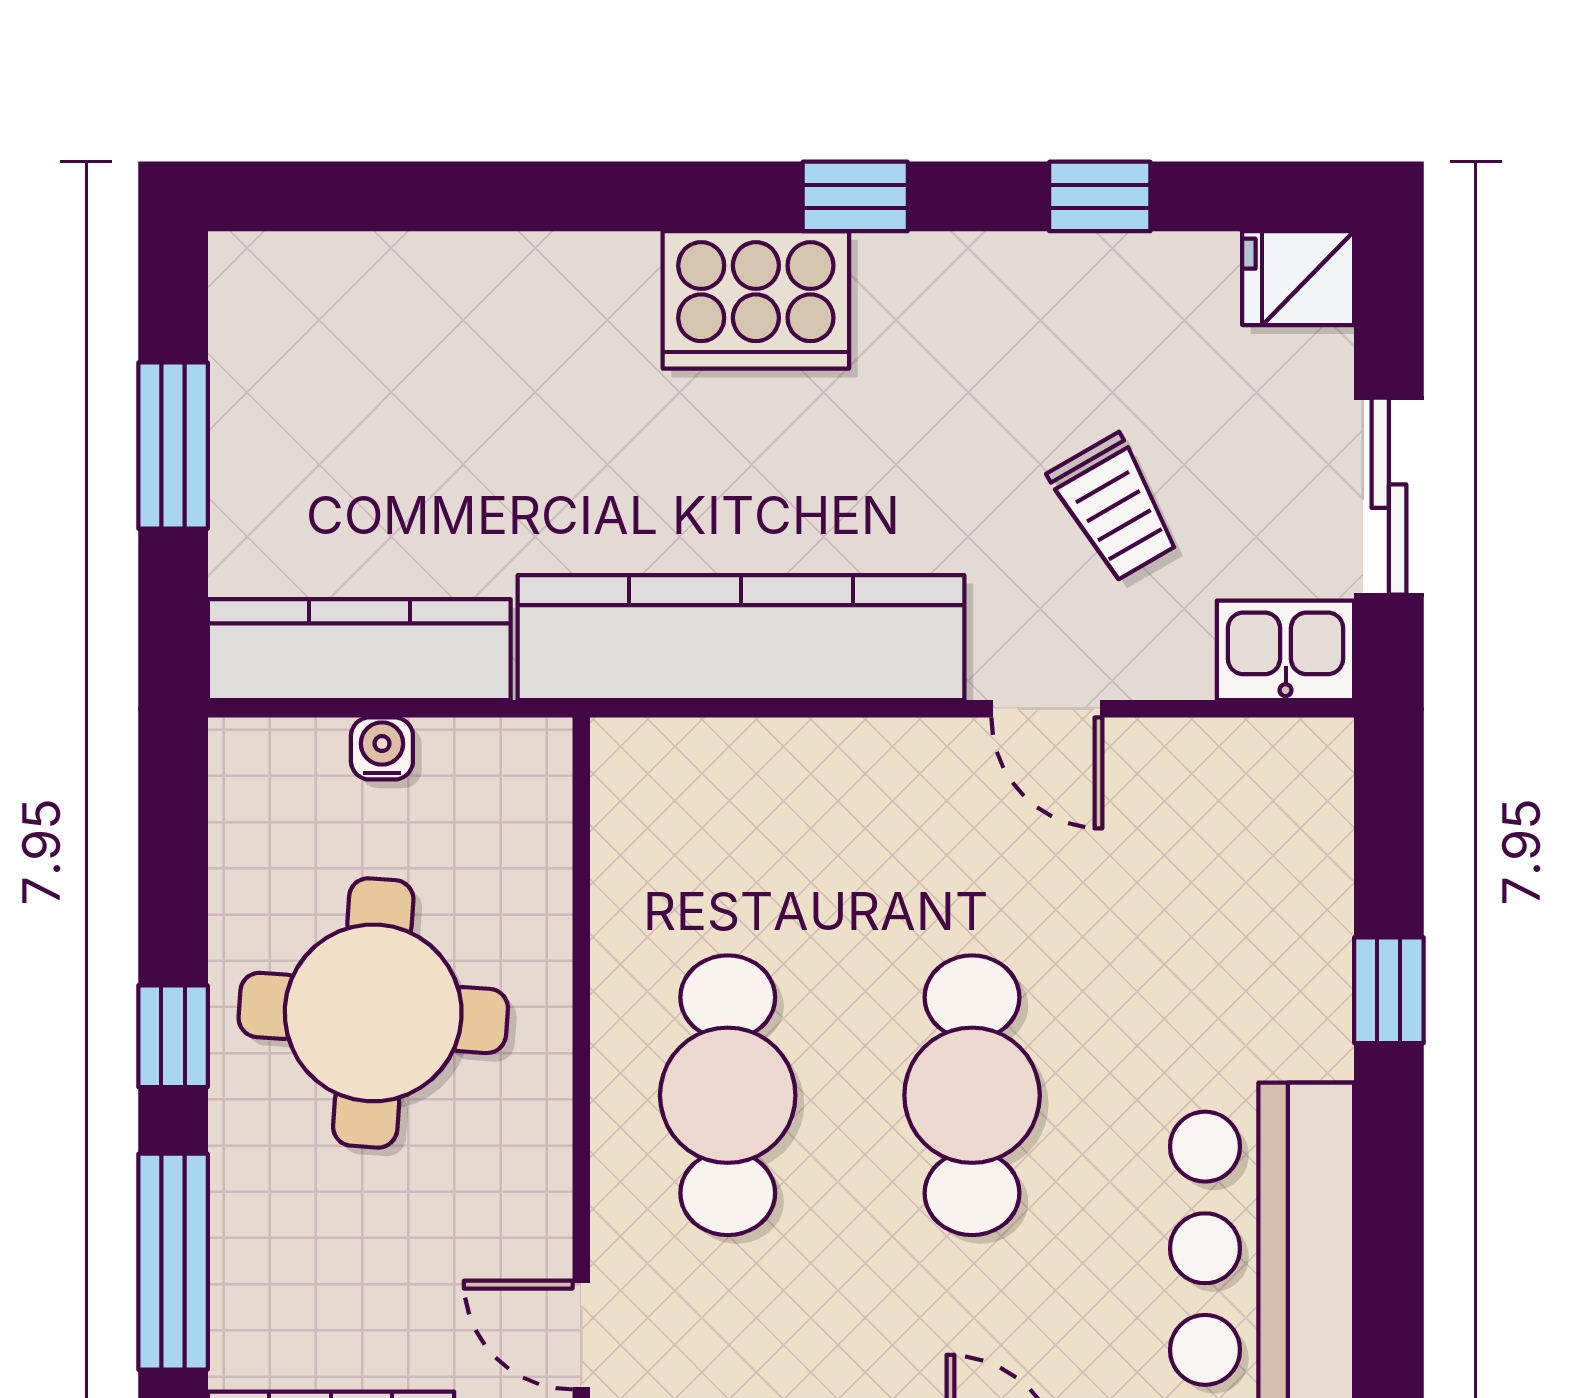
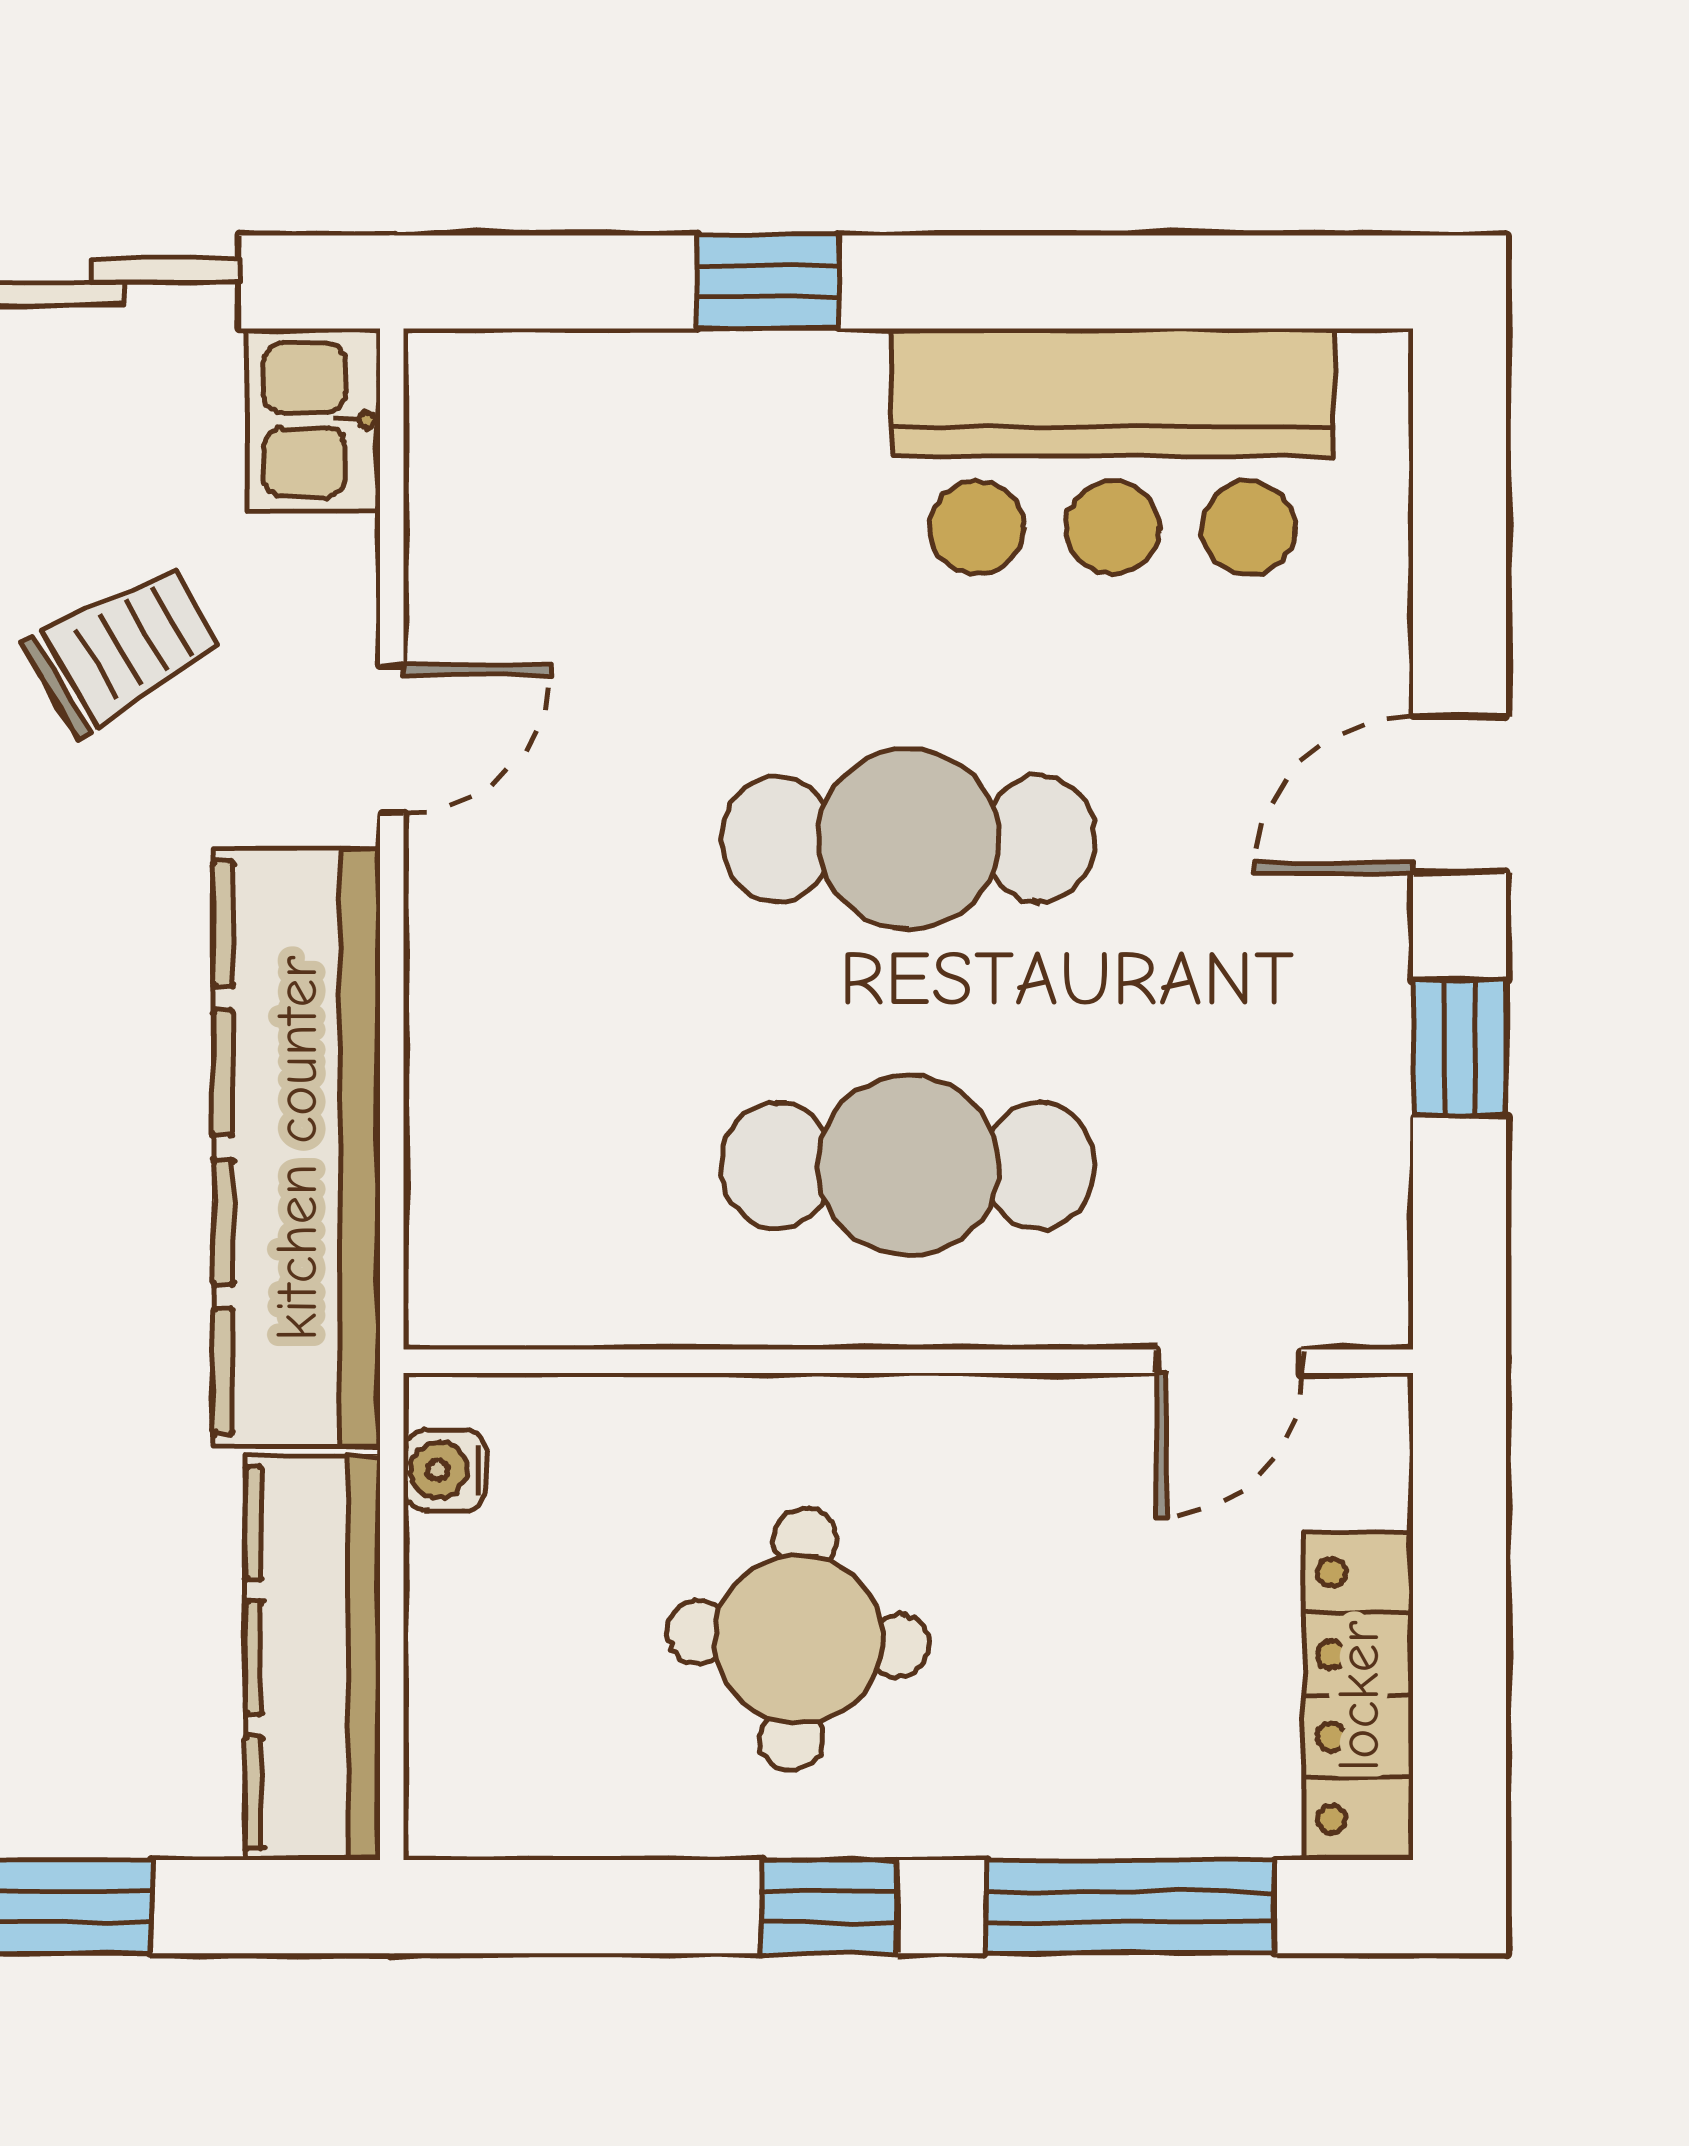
water cooler: (382, 748) -> (445, 1470), moved
round table: (373, 1013) -> (798, 1639), width x0.73, depth x0.73

